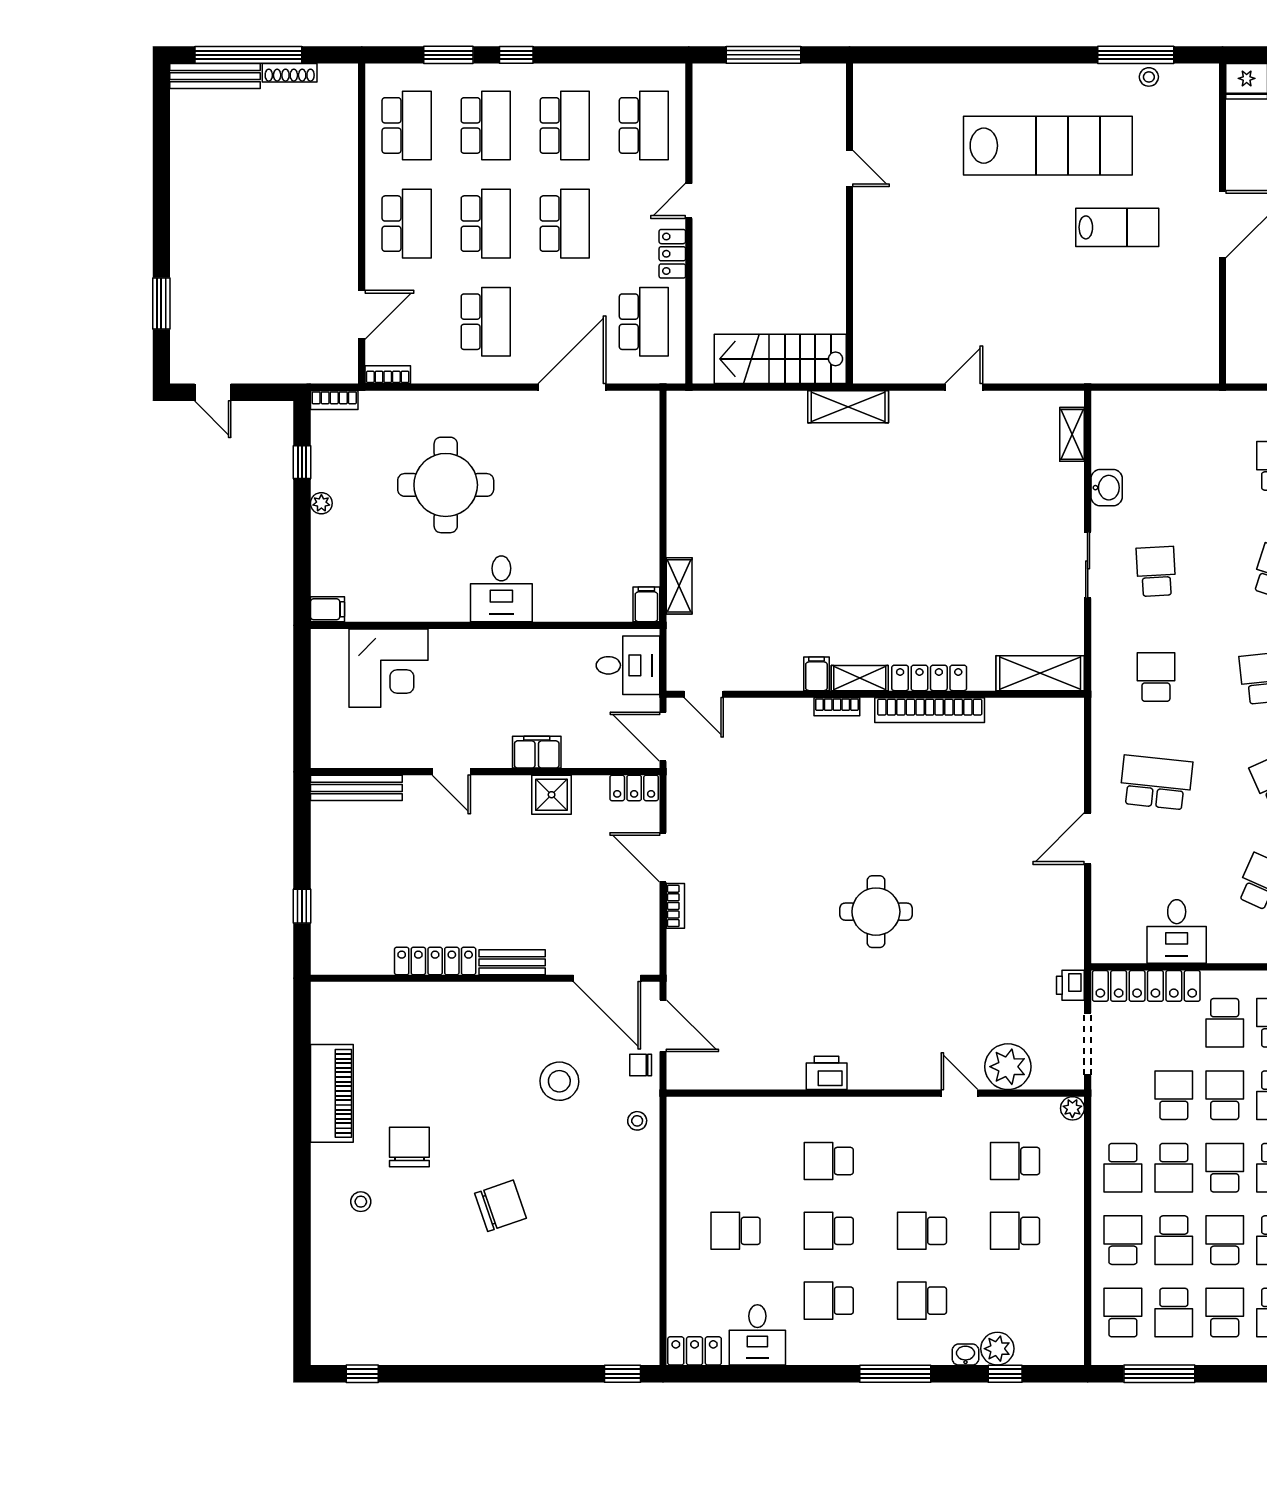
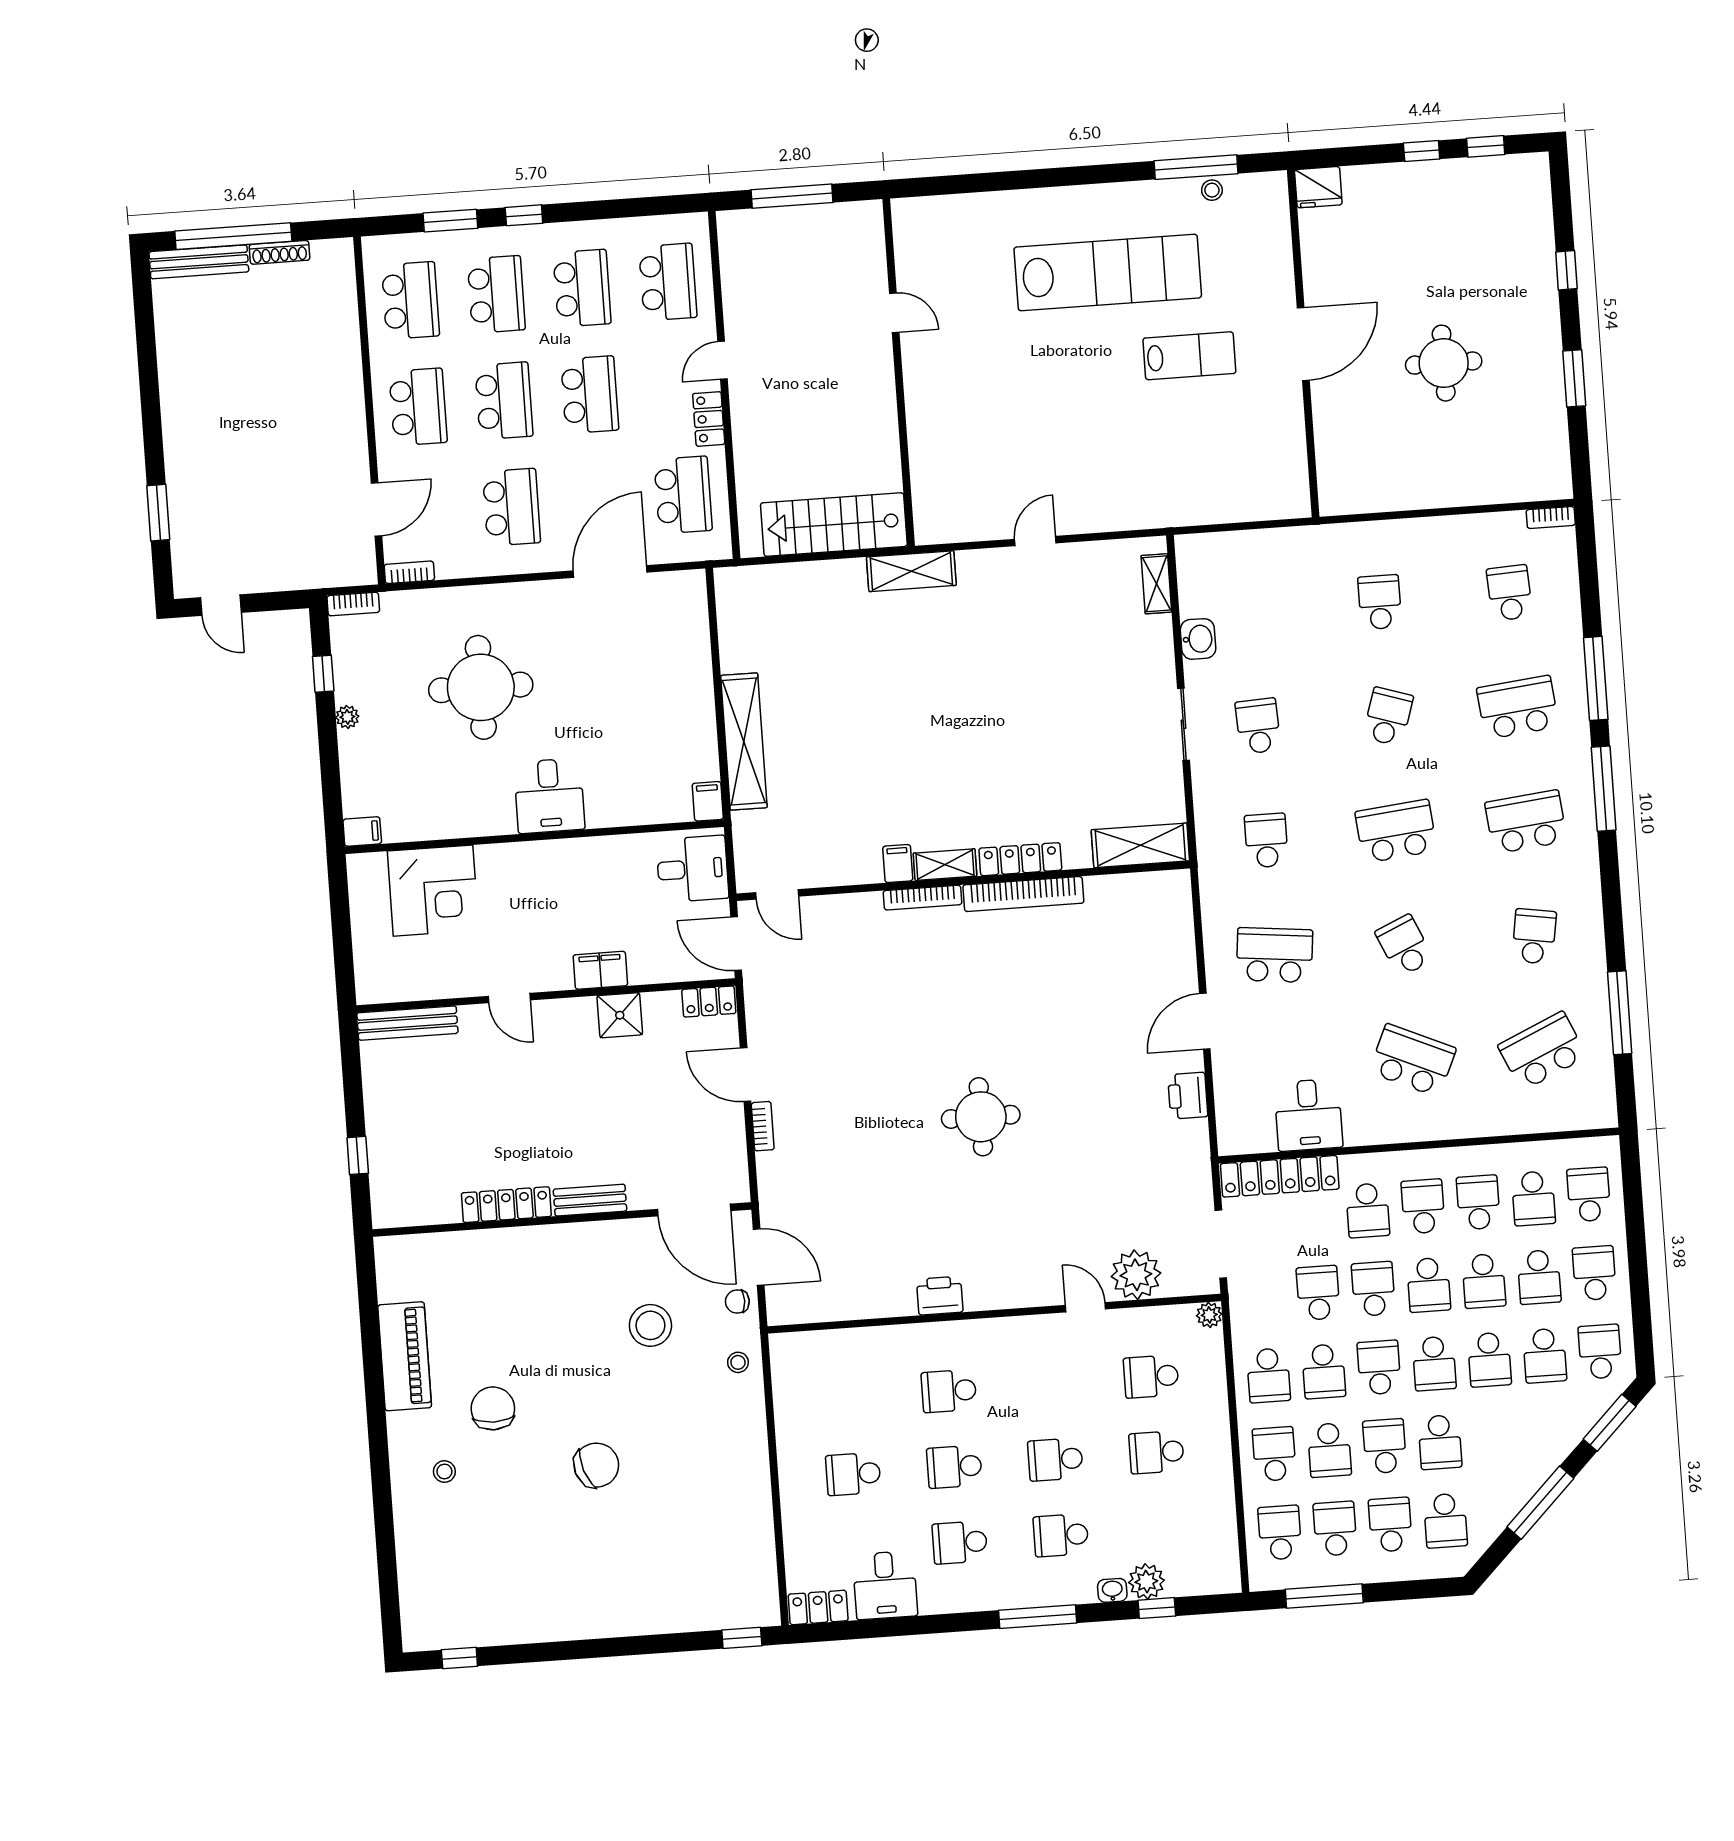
shelving: (679, 586) -> (744, 742), width x2.20, depth x1.33
bookcase: (837, 707) -> (923, 898), width x1.56
printer: (1070, 985) -> (1188, 1096), moved, width x1.36, depth x1.24
school desk: (1174, 1313) -> (1335, 1529), turned 180

